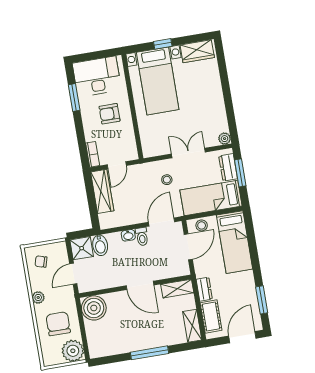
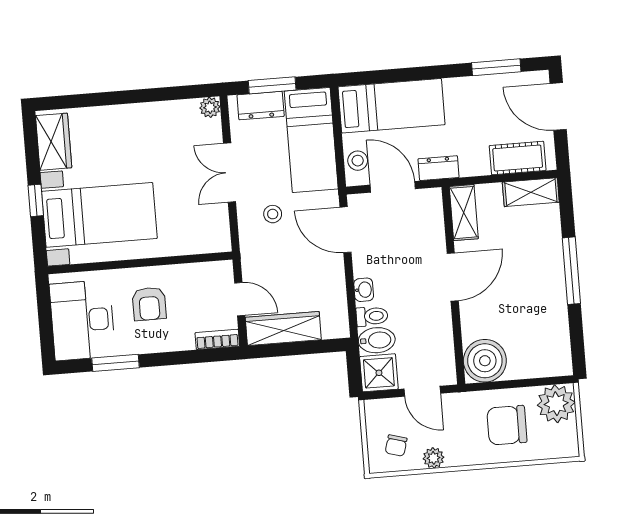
toilet: (142, 237) -> (372, 316), moved
dresser: (204, 289) -> (439, 168), moved
plant: (38, 297) -> (433, 458), moved

